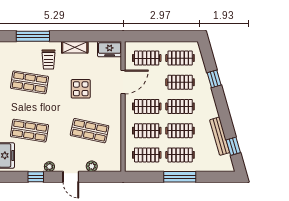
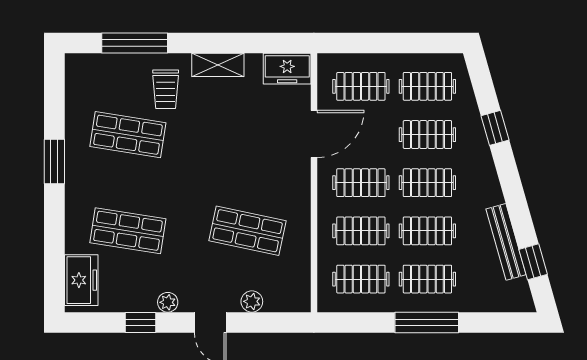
display table: (81, 89) -> (230, 147), removed

